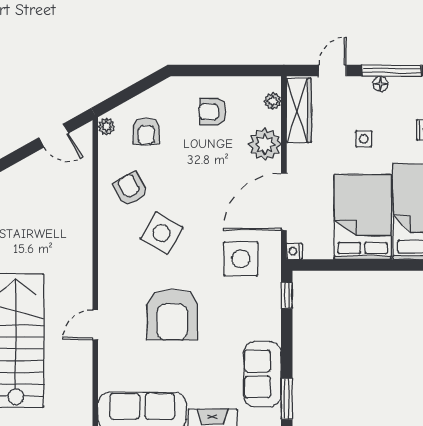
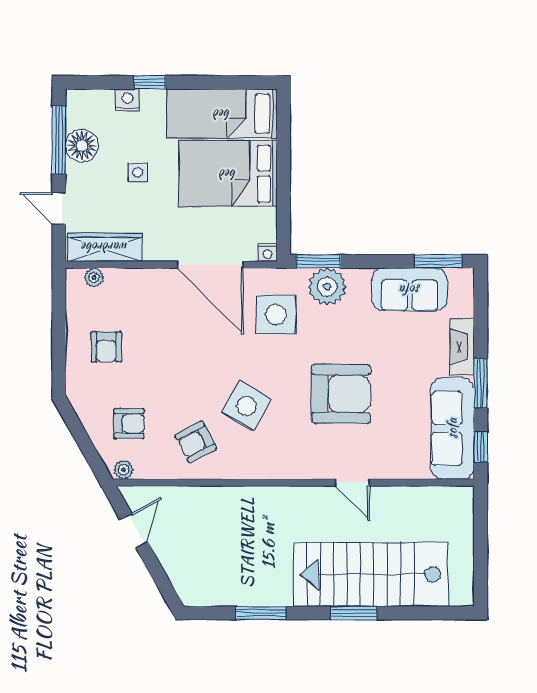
floor lamp: (380, 84) -> (82, 146), width x1.89, depth x1.89
plant: (265, 144) -> (327, 287), moved
window: (287, 295) -> (319, 261), width x1.50

